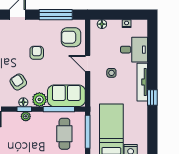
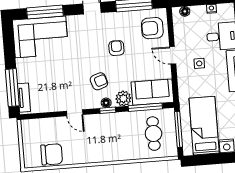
armchair: (18, 82) -> (99, 81), turned 105
plant: (26, 116) -> (110, 118), removed

